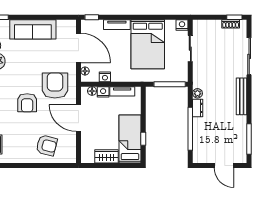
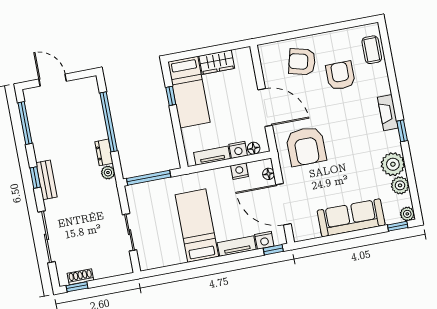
nightstand: (182, 25) -> (264, 240), moved
bed: (148, 44) -> (197, 226), width x0.67
bench: (242, 96) -> (46, 180), width x0.73
window: (249, 100) -> (35, 177), added
armchair: (27, 103) -> (340, 76), moved

